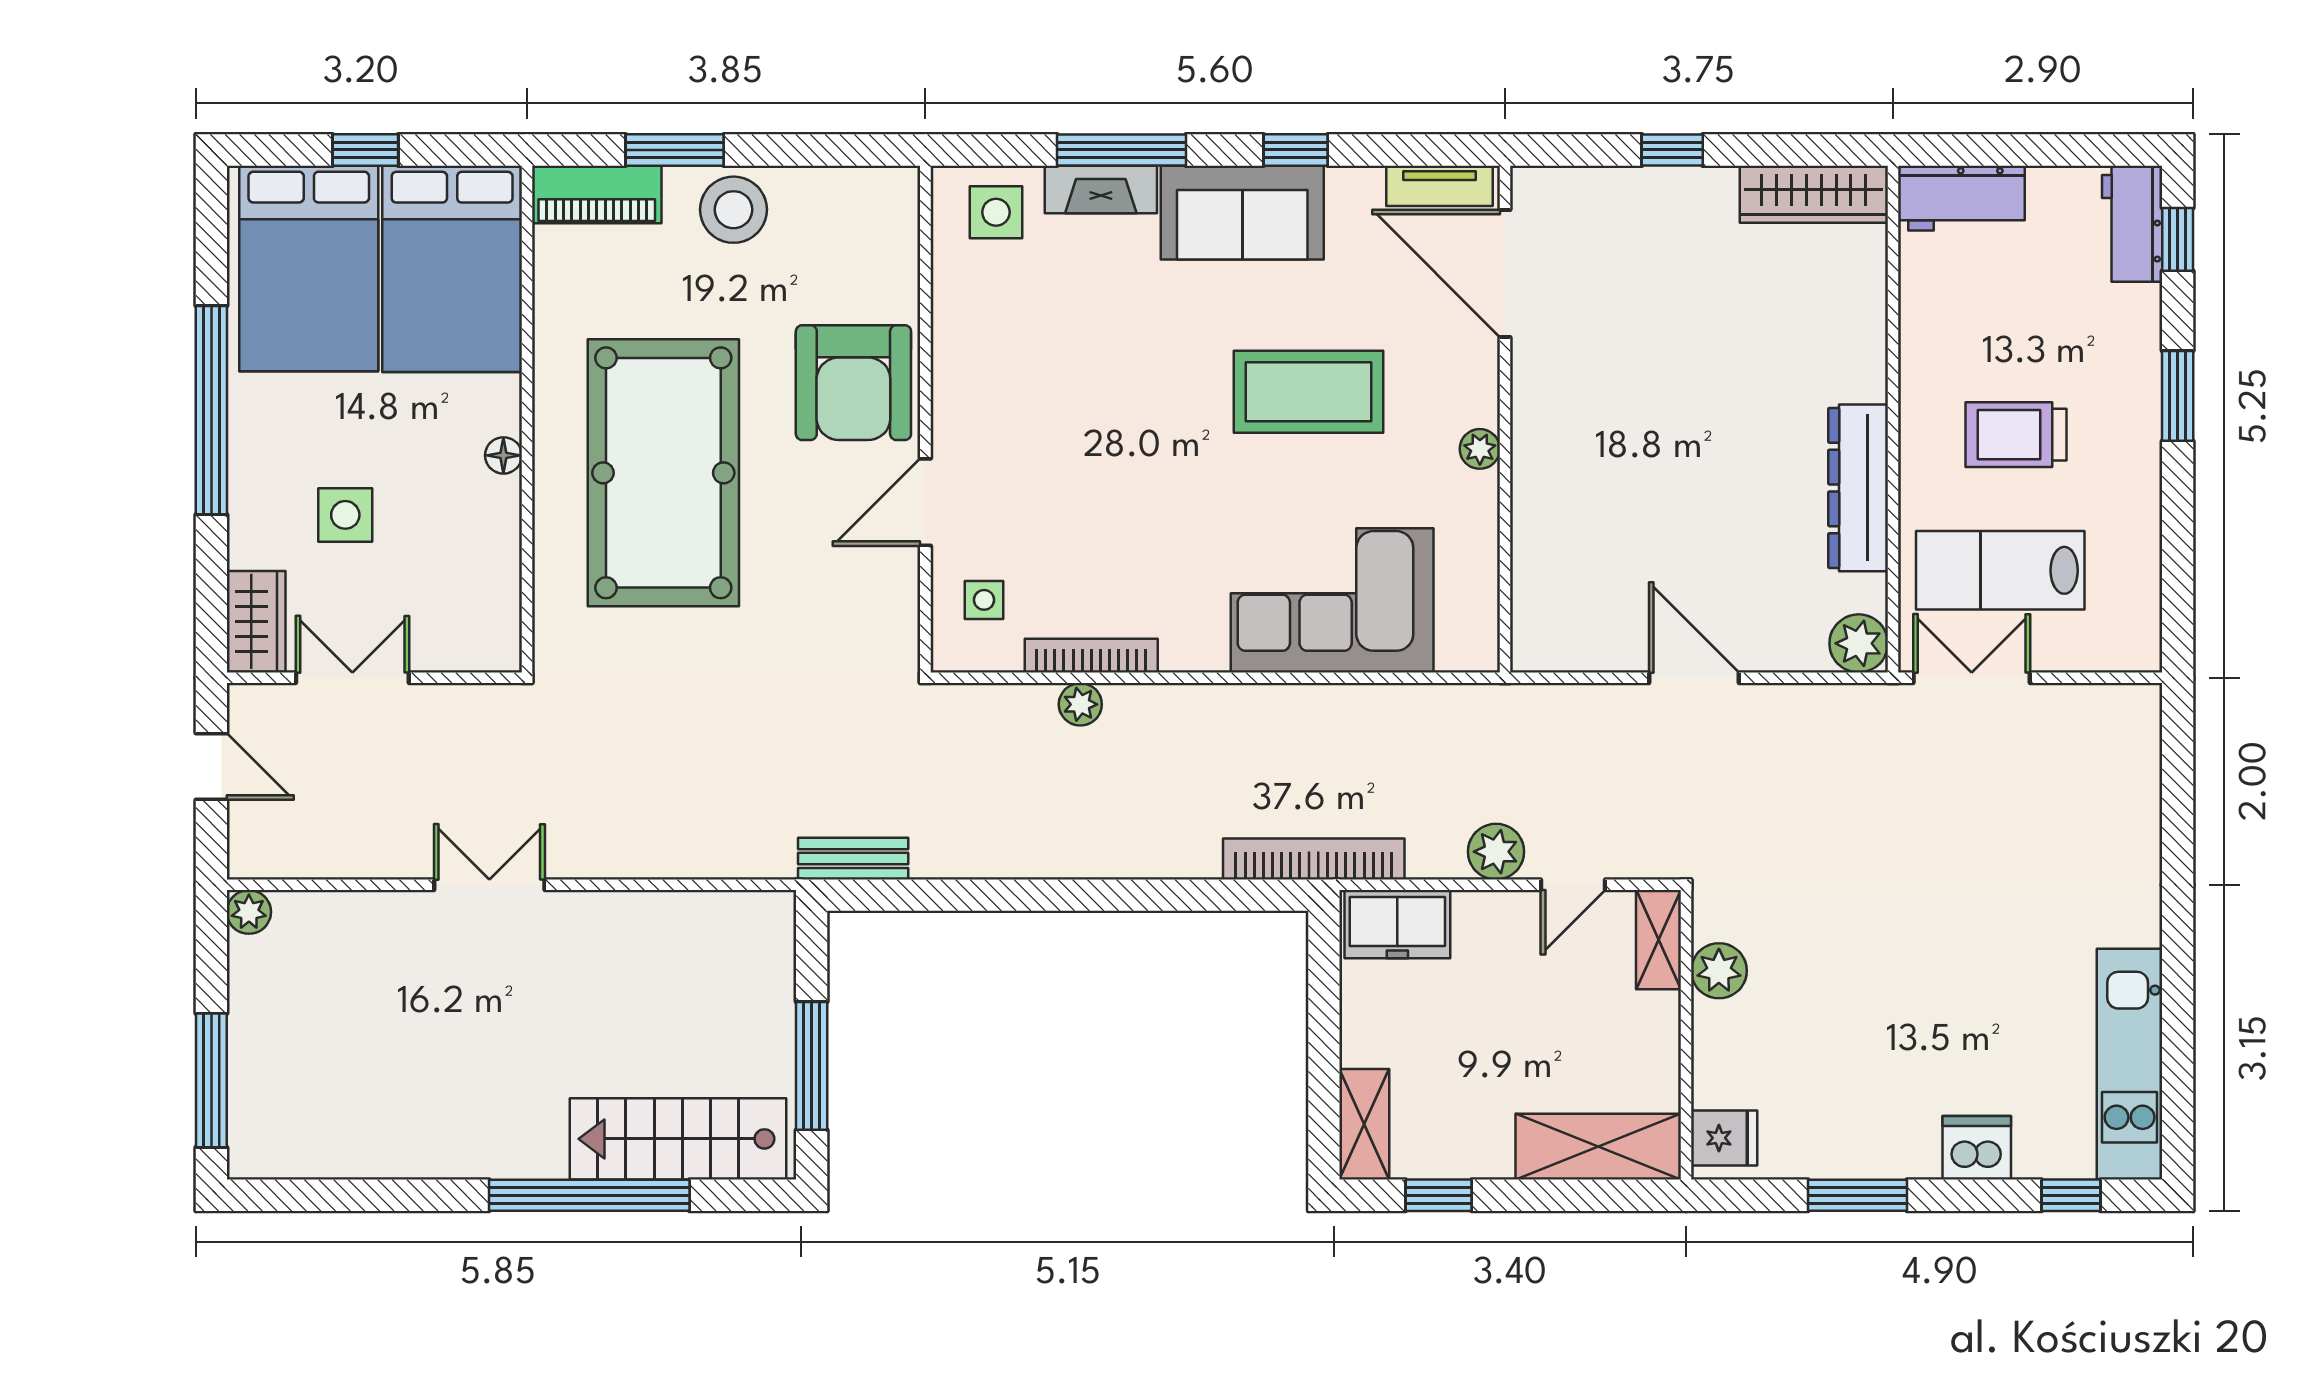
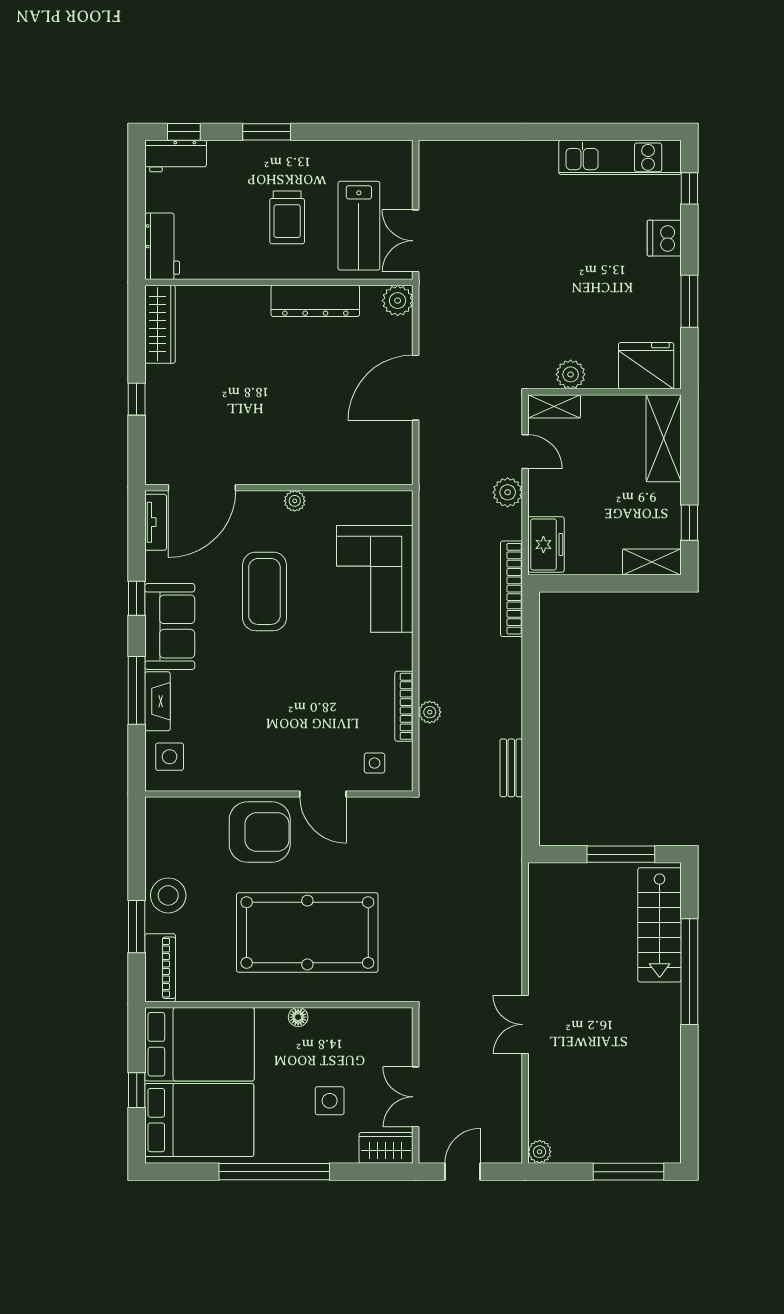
door: (1694, 678) -> (416, 388), width x1.36
bench: (853, 859) -> (511, 768), moved
fridge: (1724, 1138) -> (646, 366), width x1.88, depth x1.34

